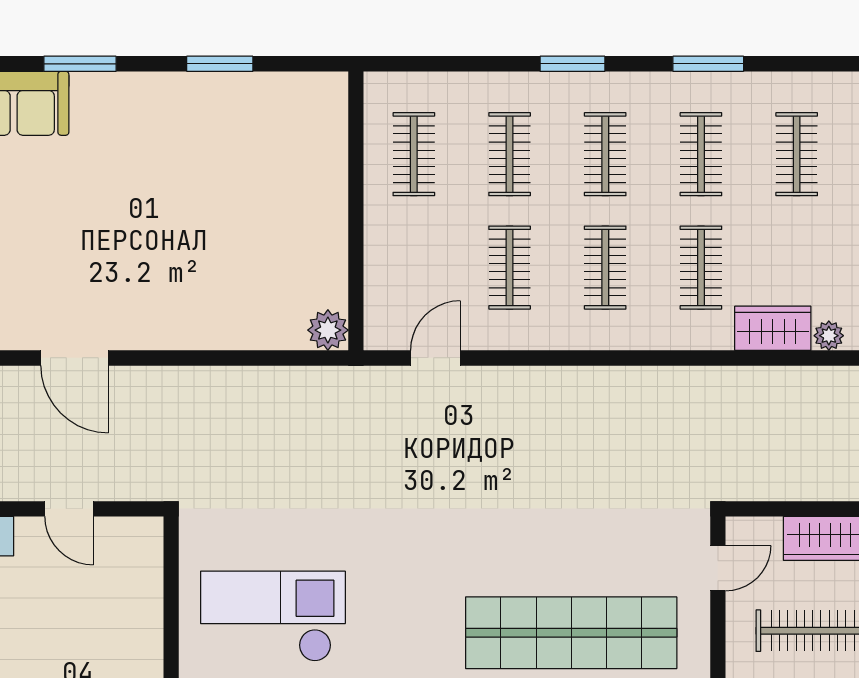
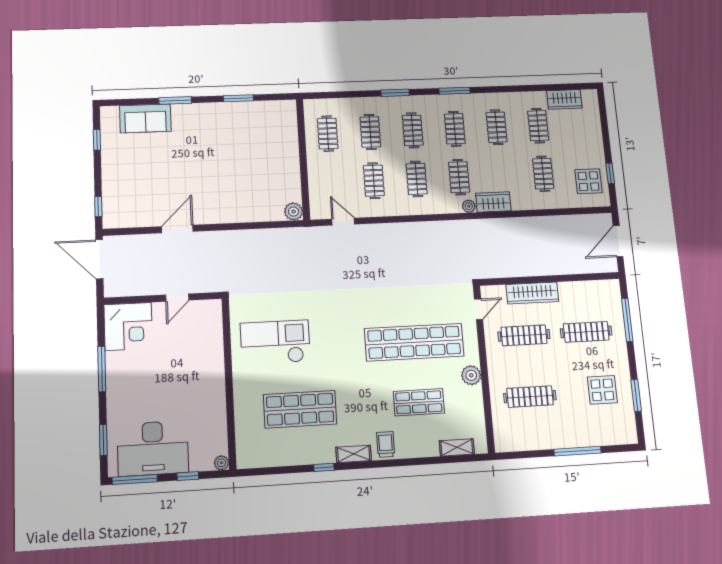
plant: (829, 336) -> (469, 206), moved
door: (75, 358) -> (177, 229), swing flipped
door: (435, 358) -> (343, 222), hinge flipped
door: (69, 509) -> (177, 298), hinge flipped

